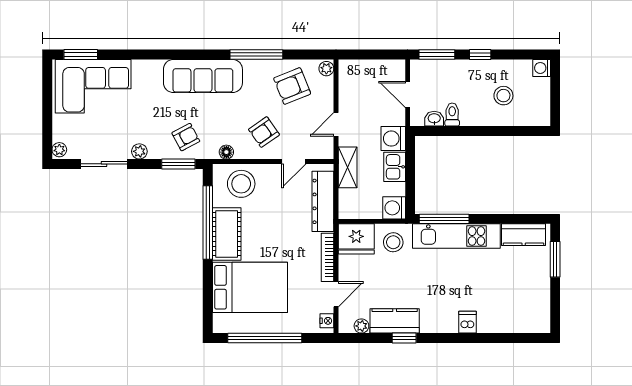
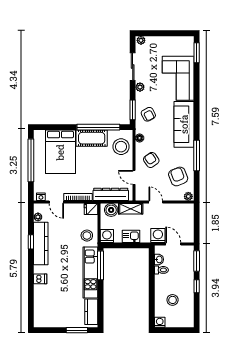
washing machine: (542, 68) -> (160, 322), moved
corner sofa: (93, 86) -> (178, 78), moved
door: (408, 94) -> (173, 244), hinge flipped
washing machine: (393, 139) -> (158, 235), moved
boiler: (350, 201) -> (111, 210), added
fridge: (356, 239) -> (91, 209), width x0.53, depth x0.75
kitchen counter: (395, 321) -> (41, 243), width x1.50

